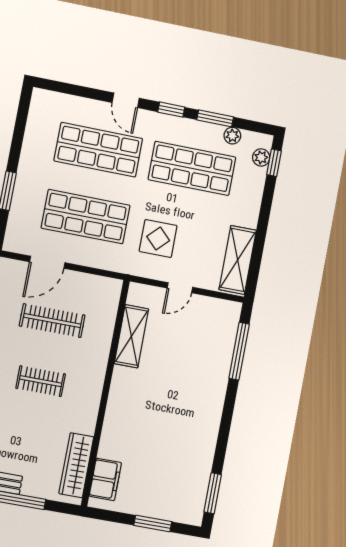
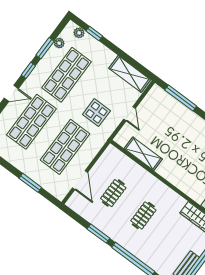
window: (274, 163) -> (94, 34), moved
clothes rail: (52, 321) -> (113, 193), width x0.73

